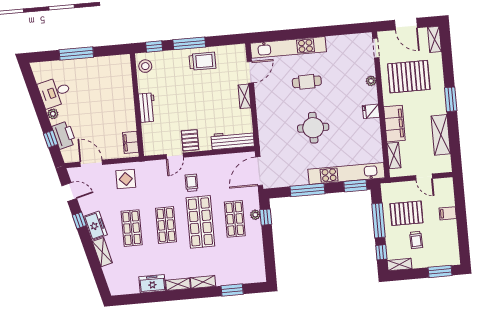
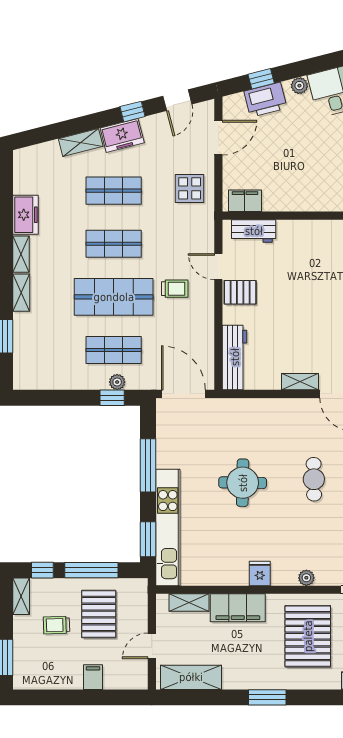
workbench: (147, 108) -> (254, 231), moved
shelving: (441, 135) -> (191, 677), moved

